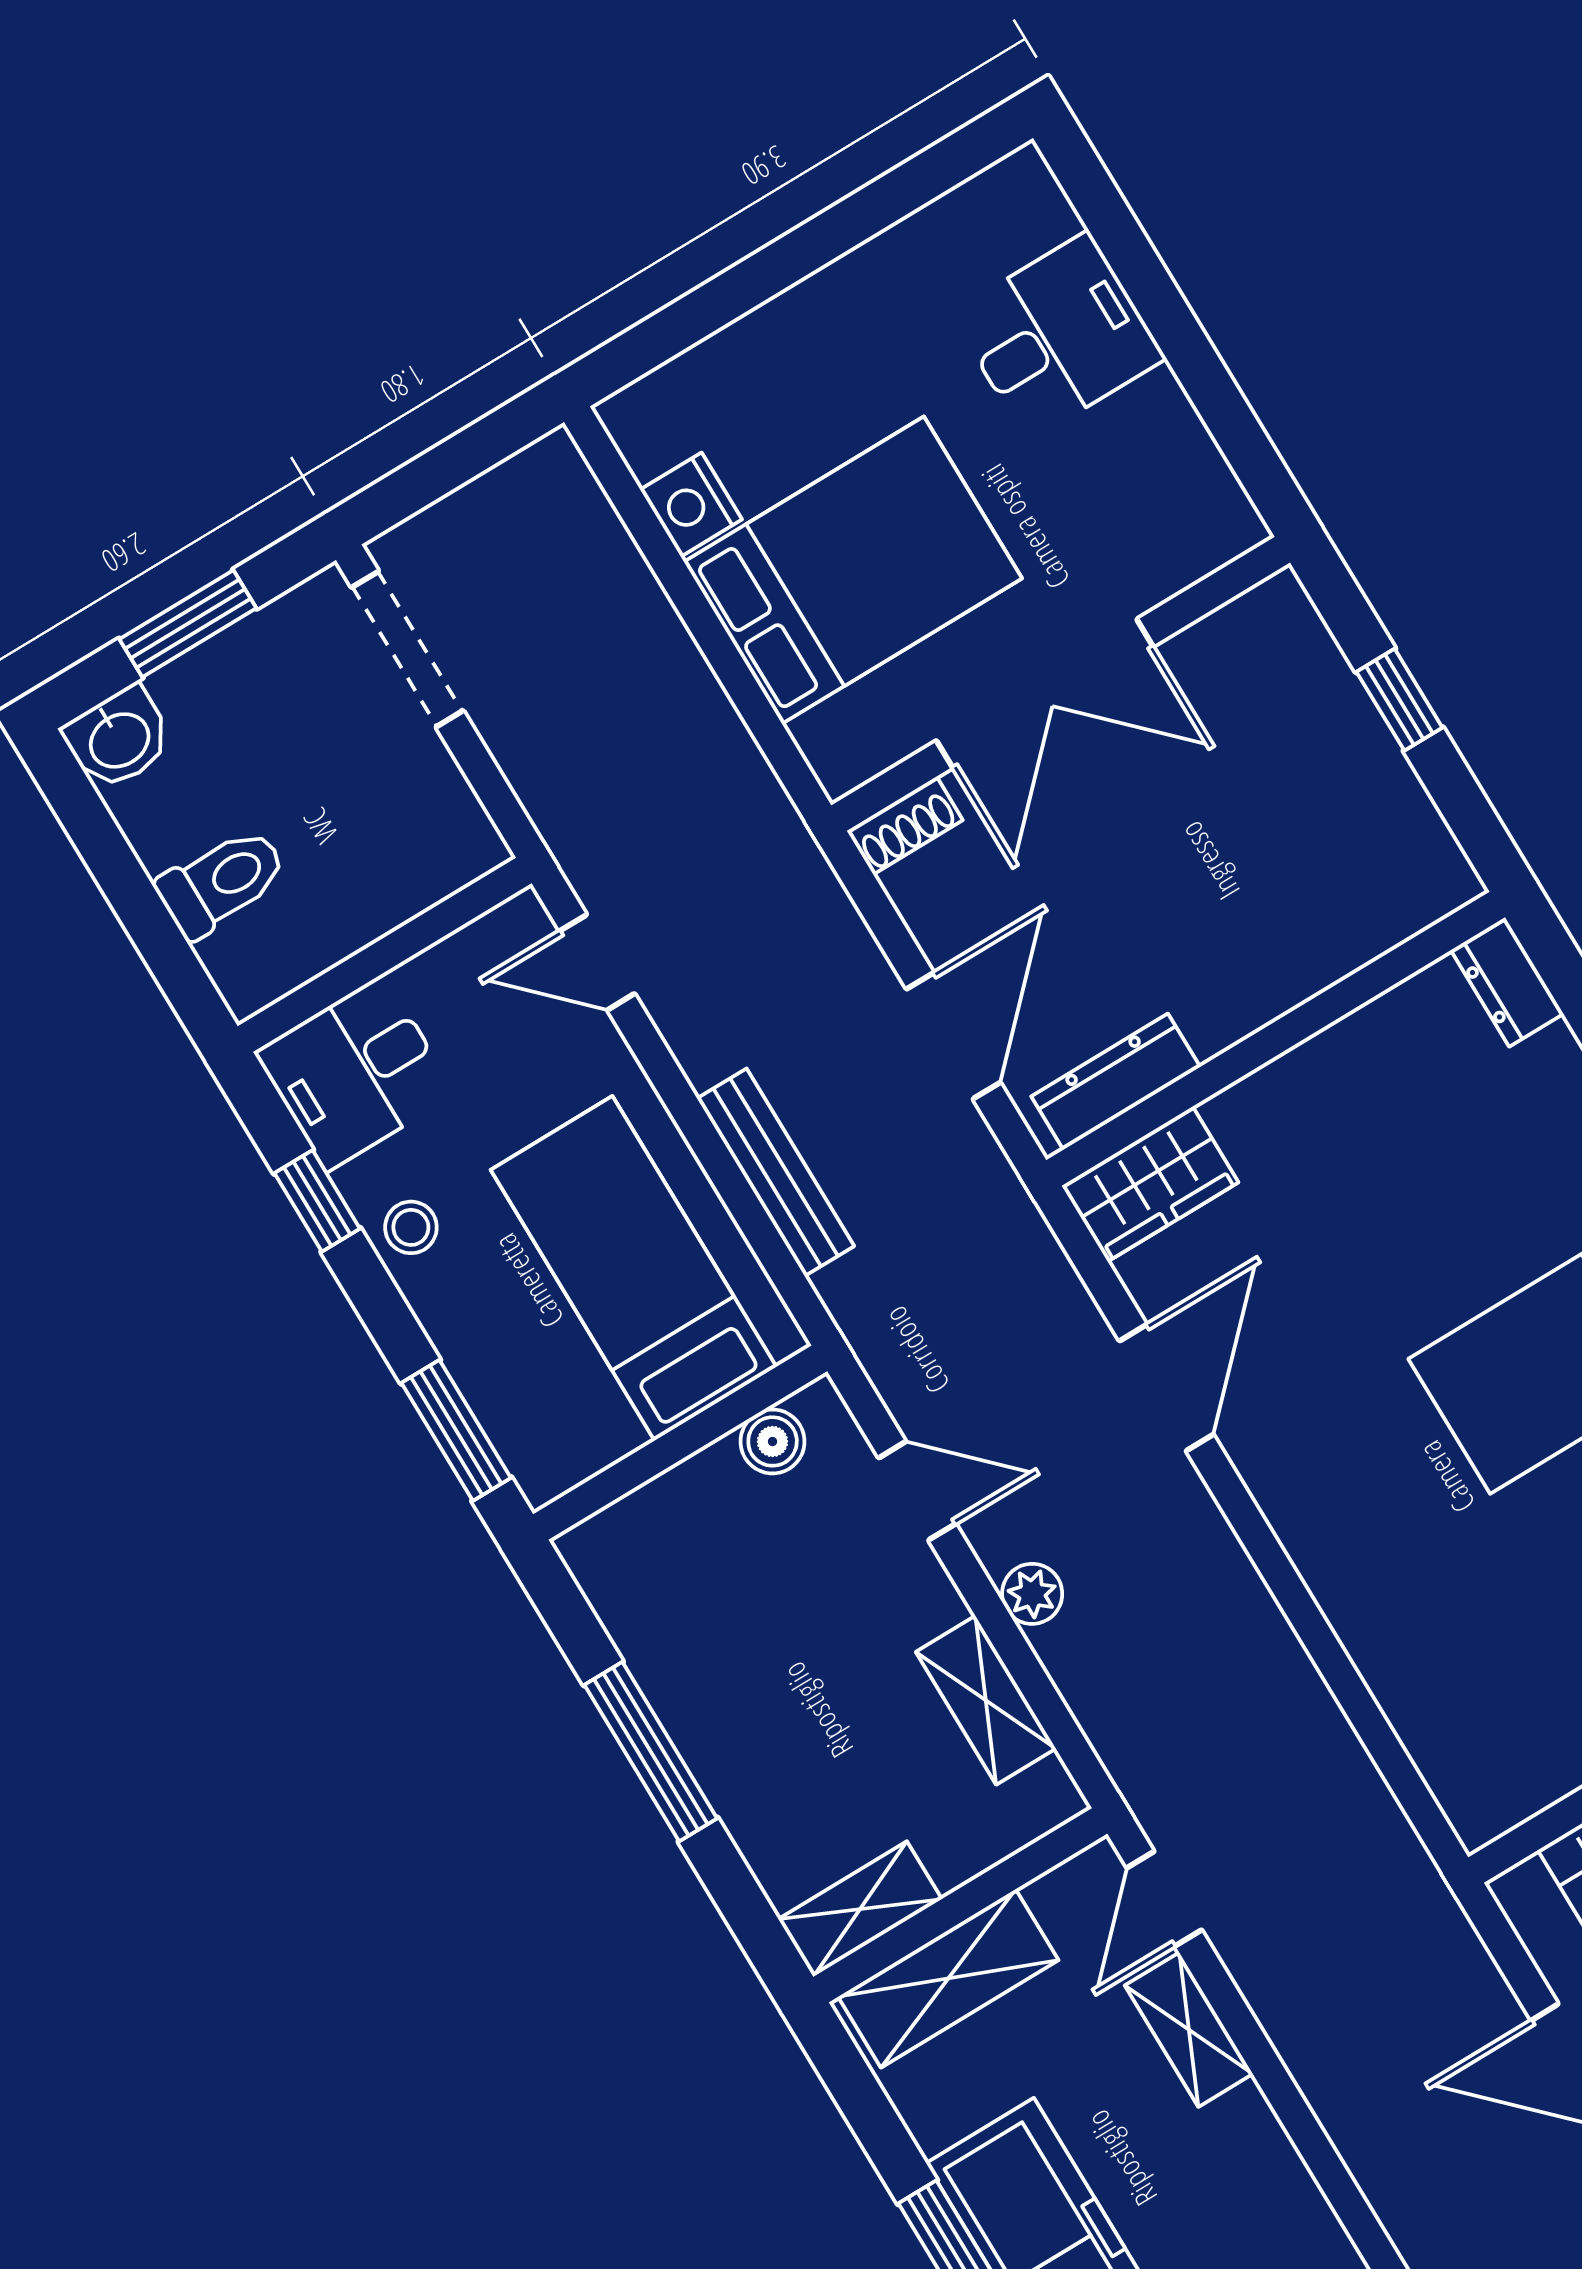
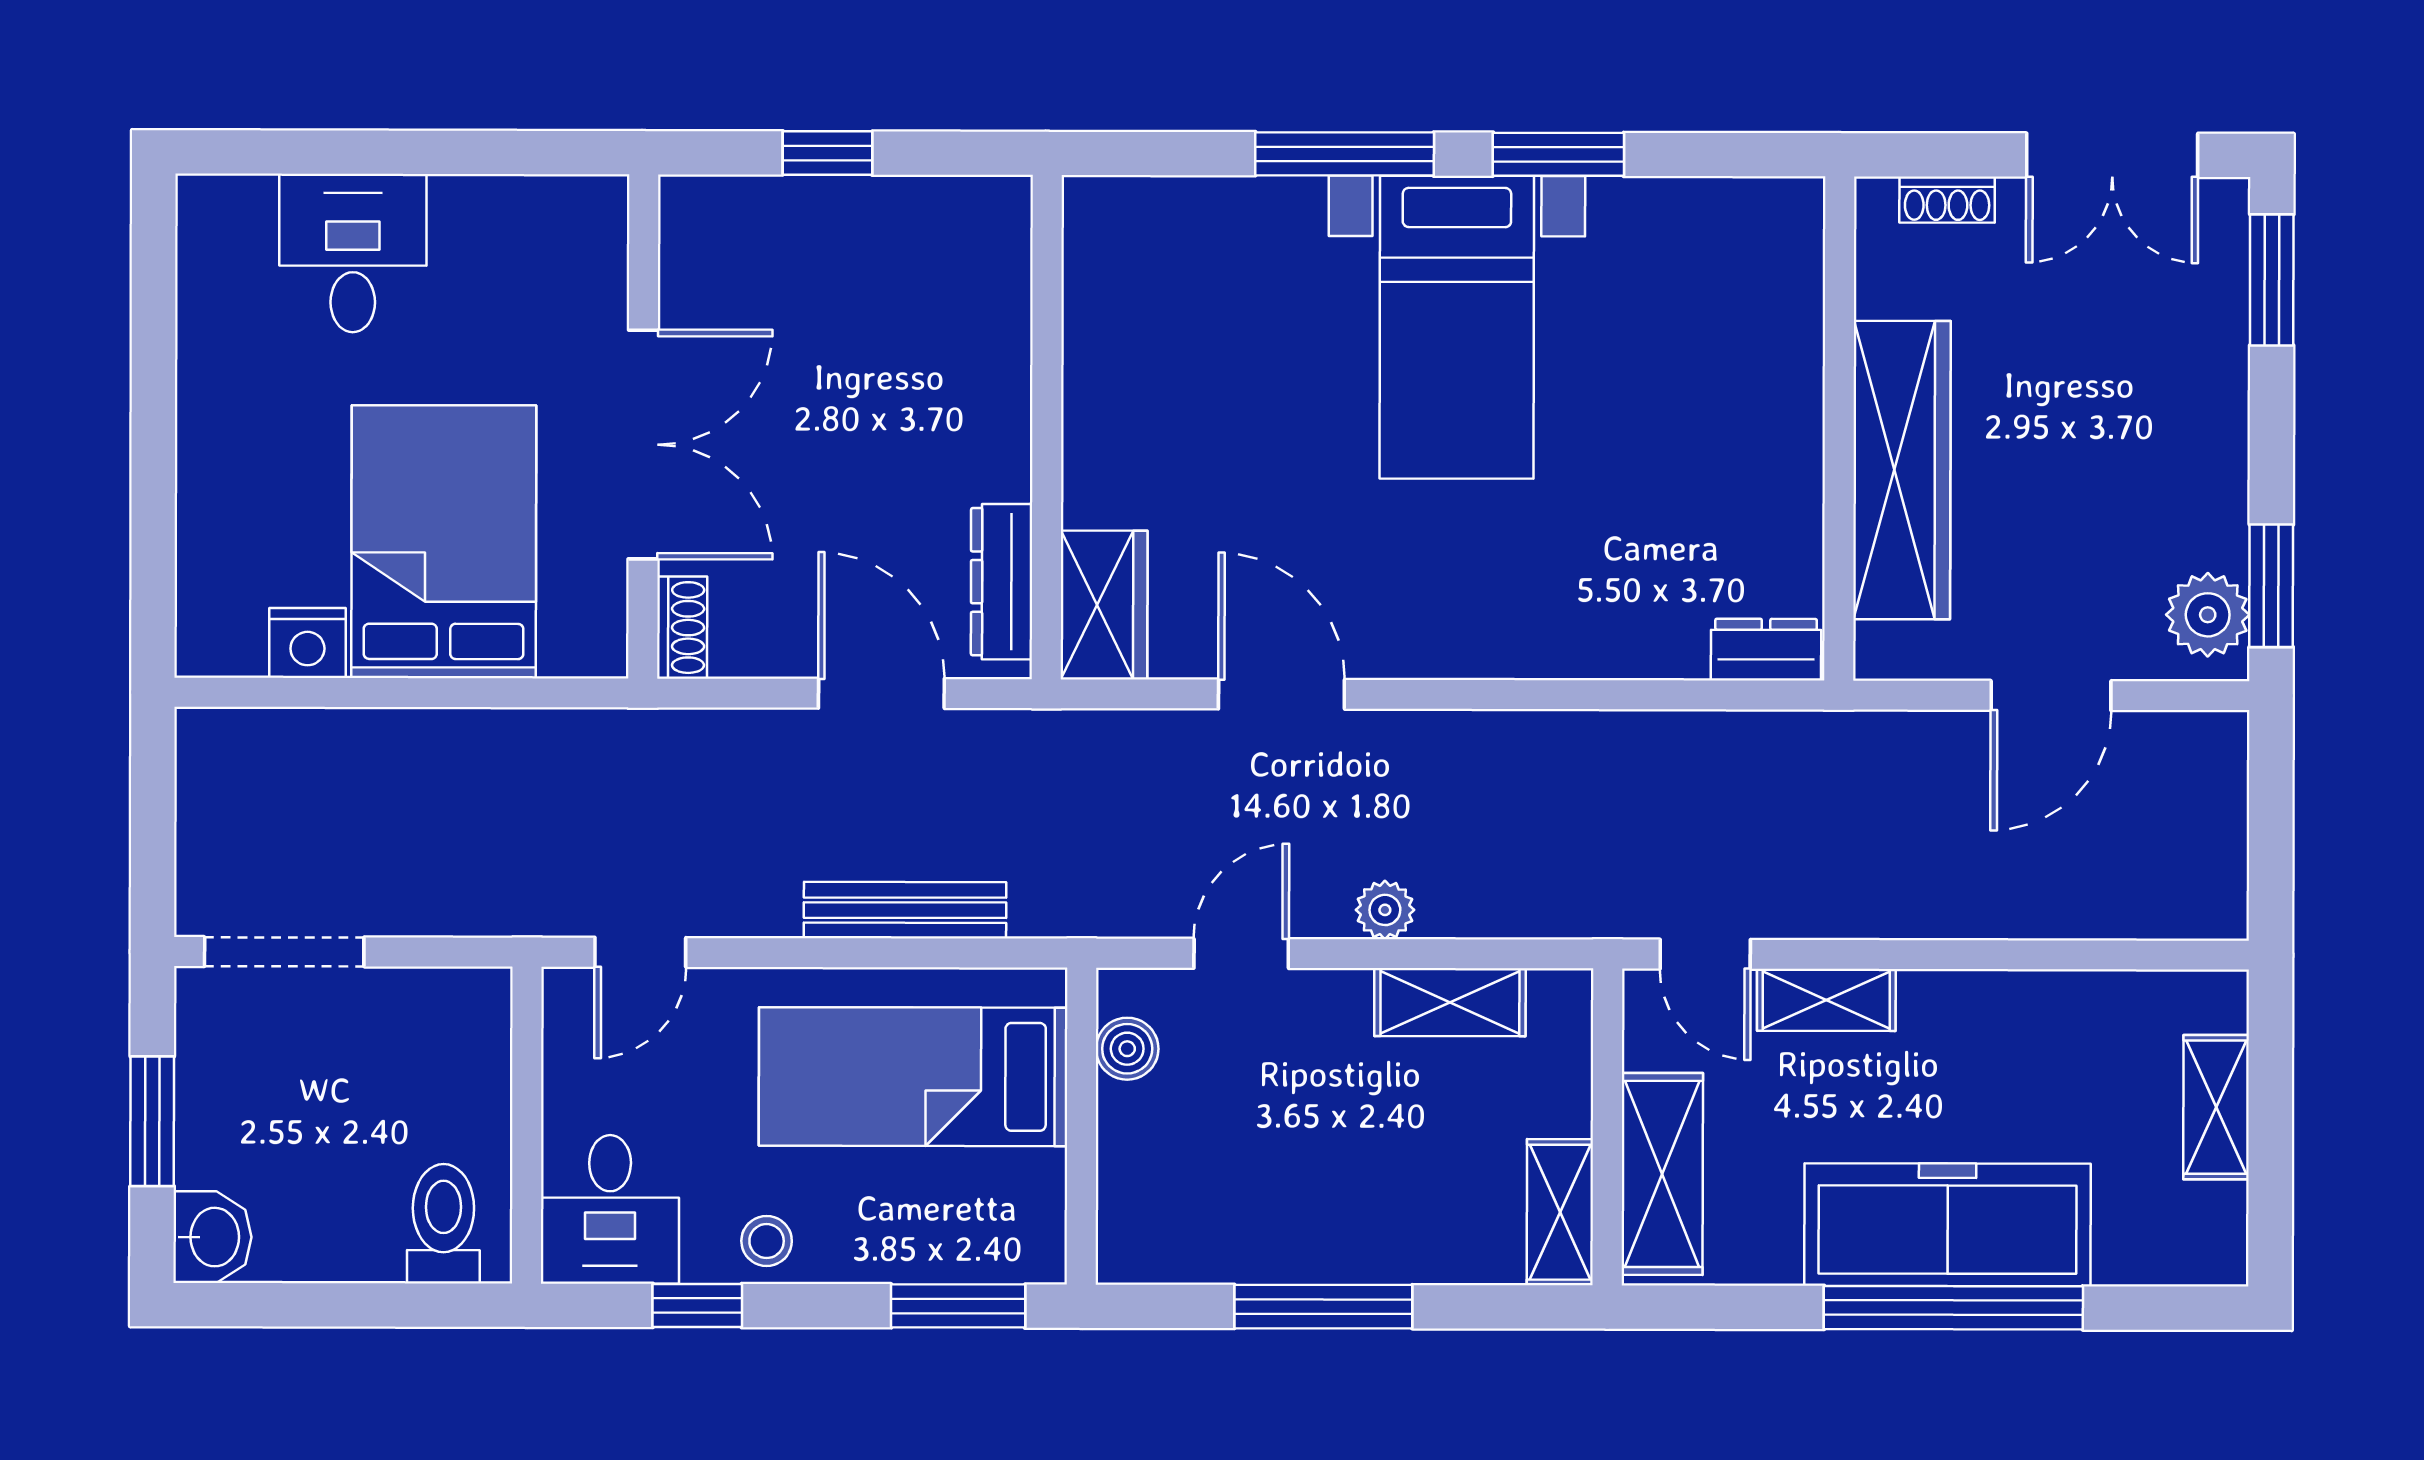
toilet: (222, 882) -> (443, 1224), moved
dresser: (1507, 982) -> (1766, 650), moved, turned 180

